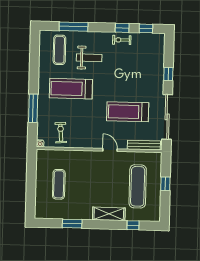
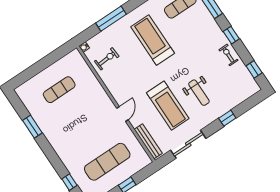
window: (122, 28) -> (231, 35), moved
weight bench: (89, 58) -> (199, 93), moved
treadmill: (128, 112) -> (168, 106), turned 180
sliding door: (167, 117) -> (188, 144), width x0.73
shelving: (109, 214) -> (64, 153), removed

